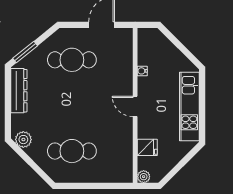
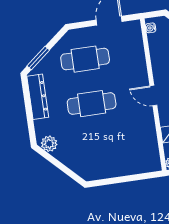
water cooler: (142, 71) -> (151, 28), moved
cafe table: (72, 151) -> (92, 104), moved

